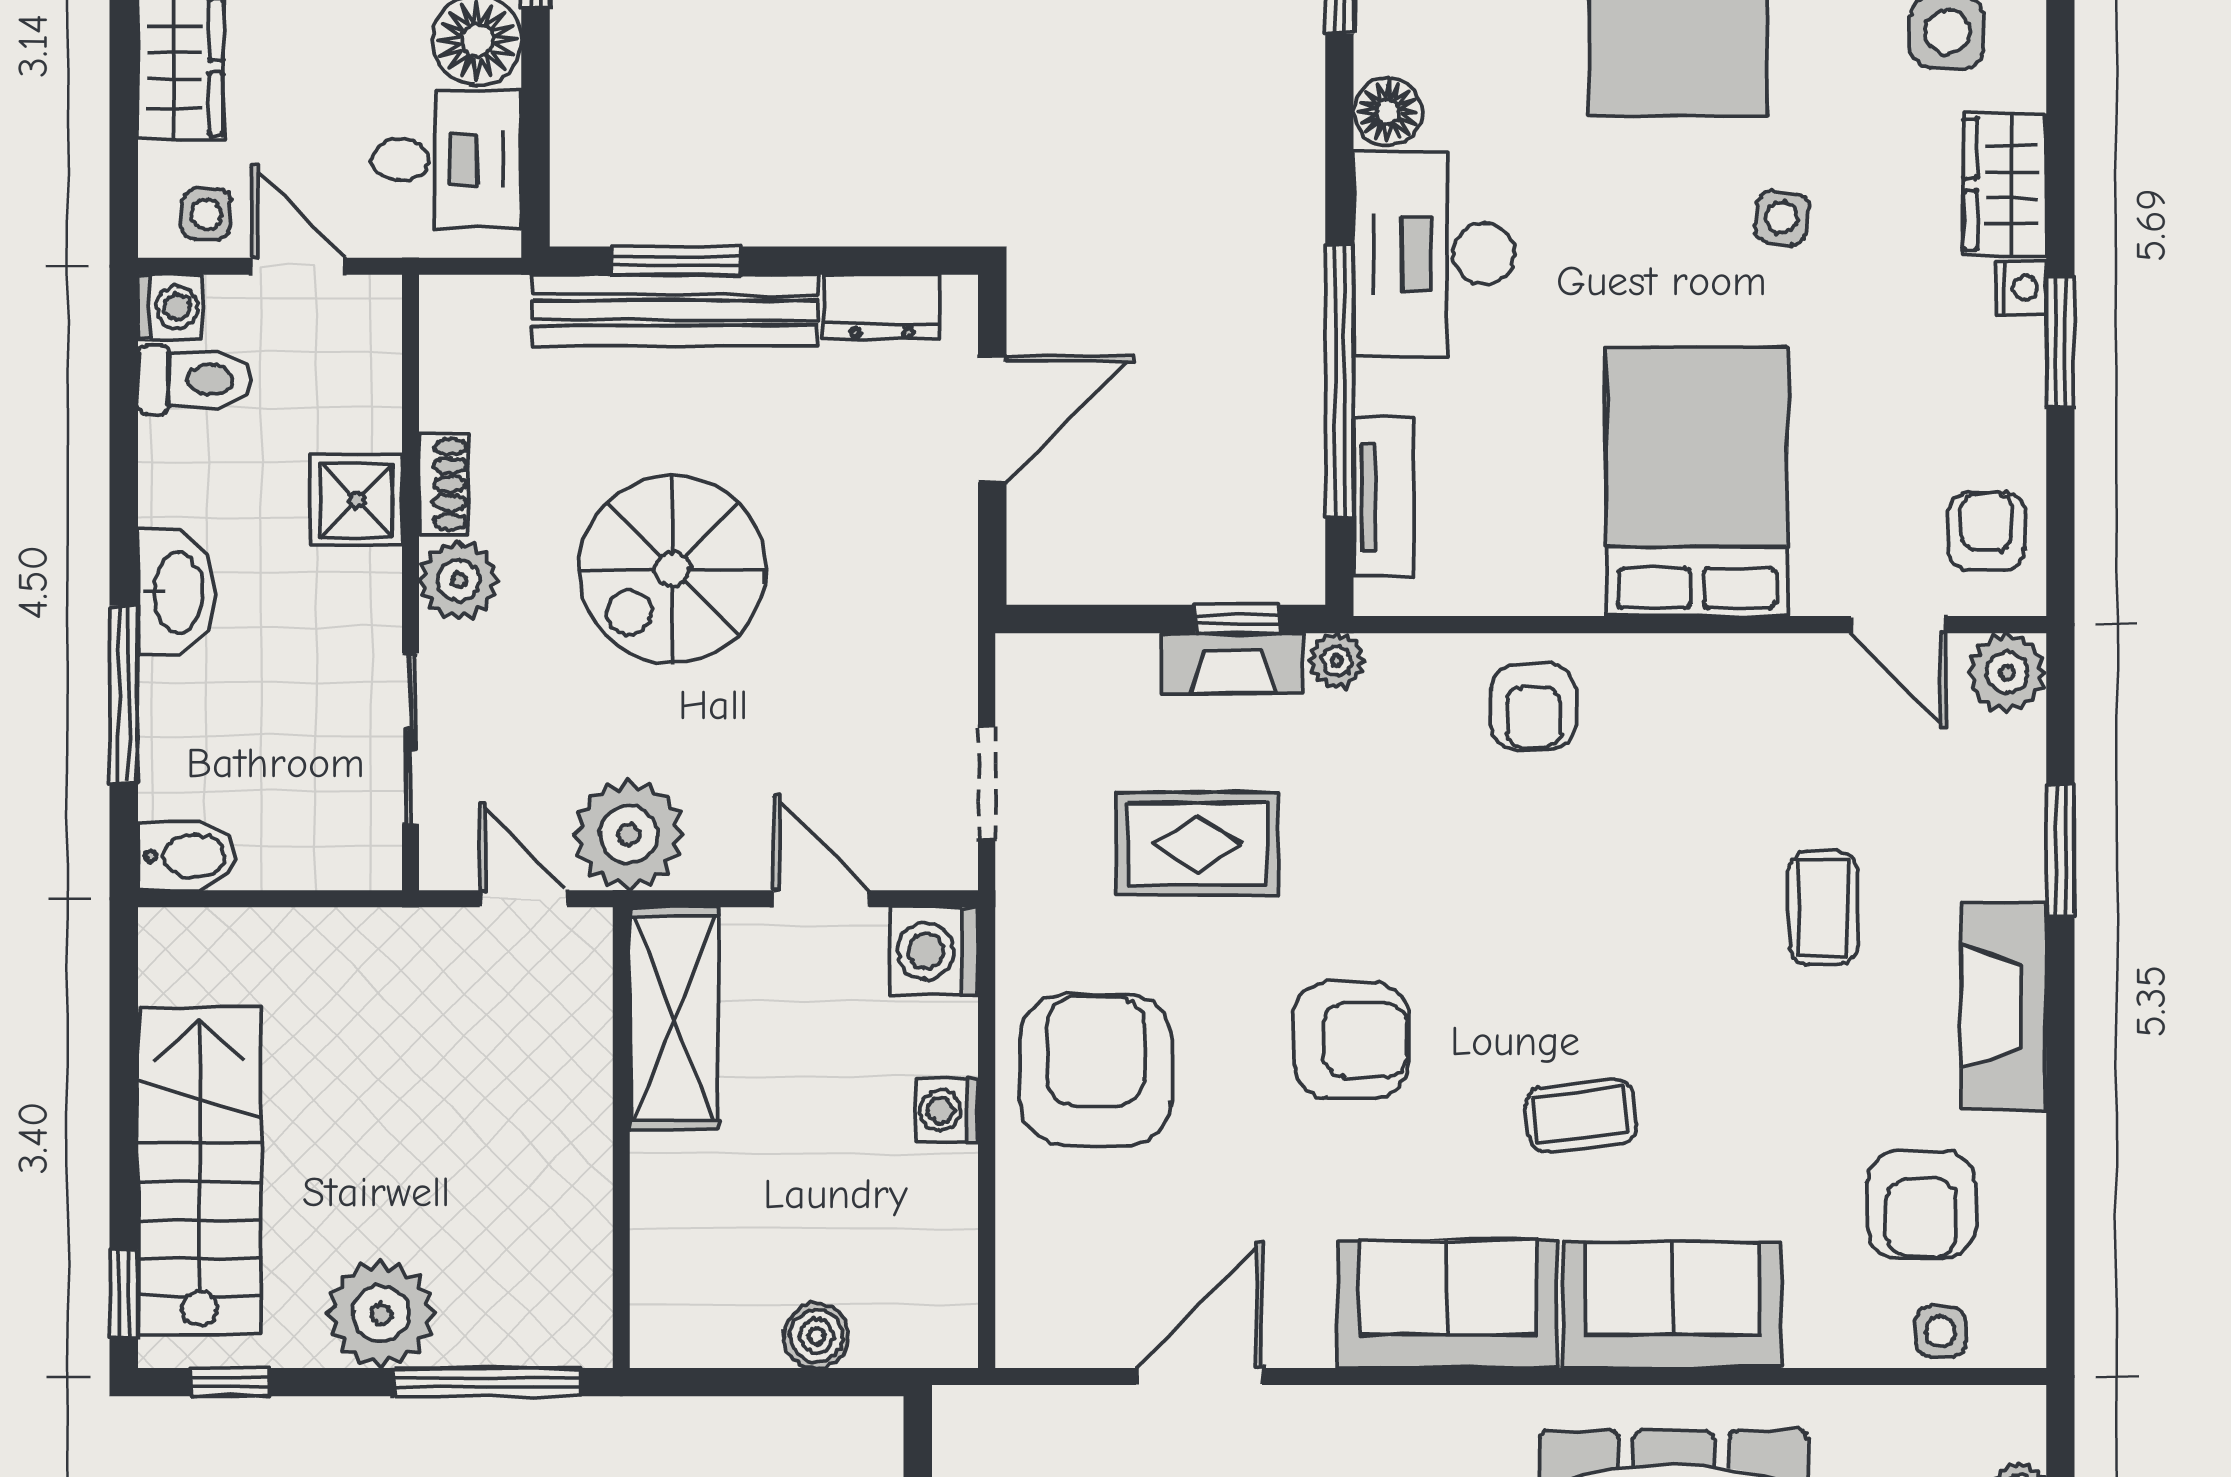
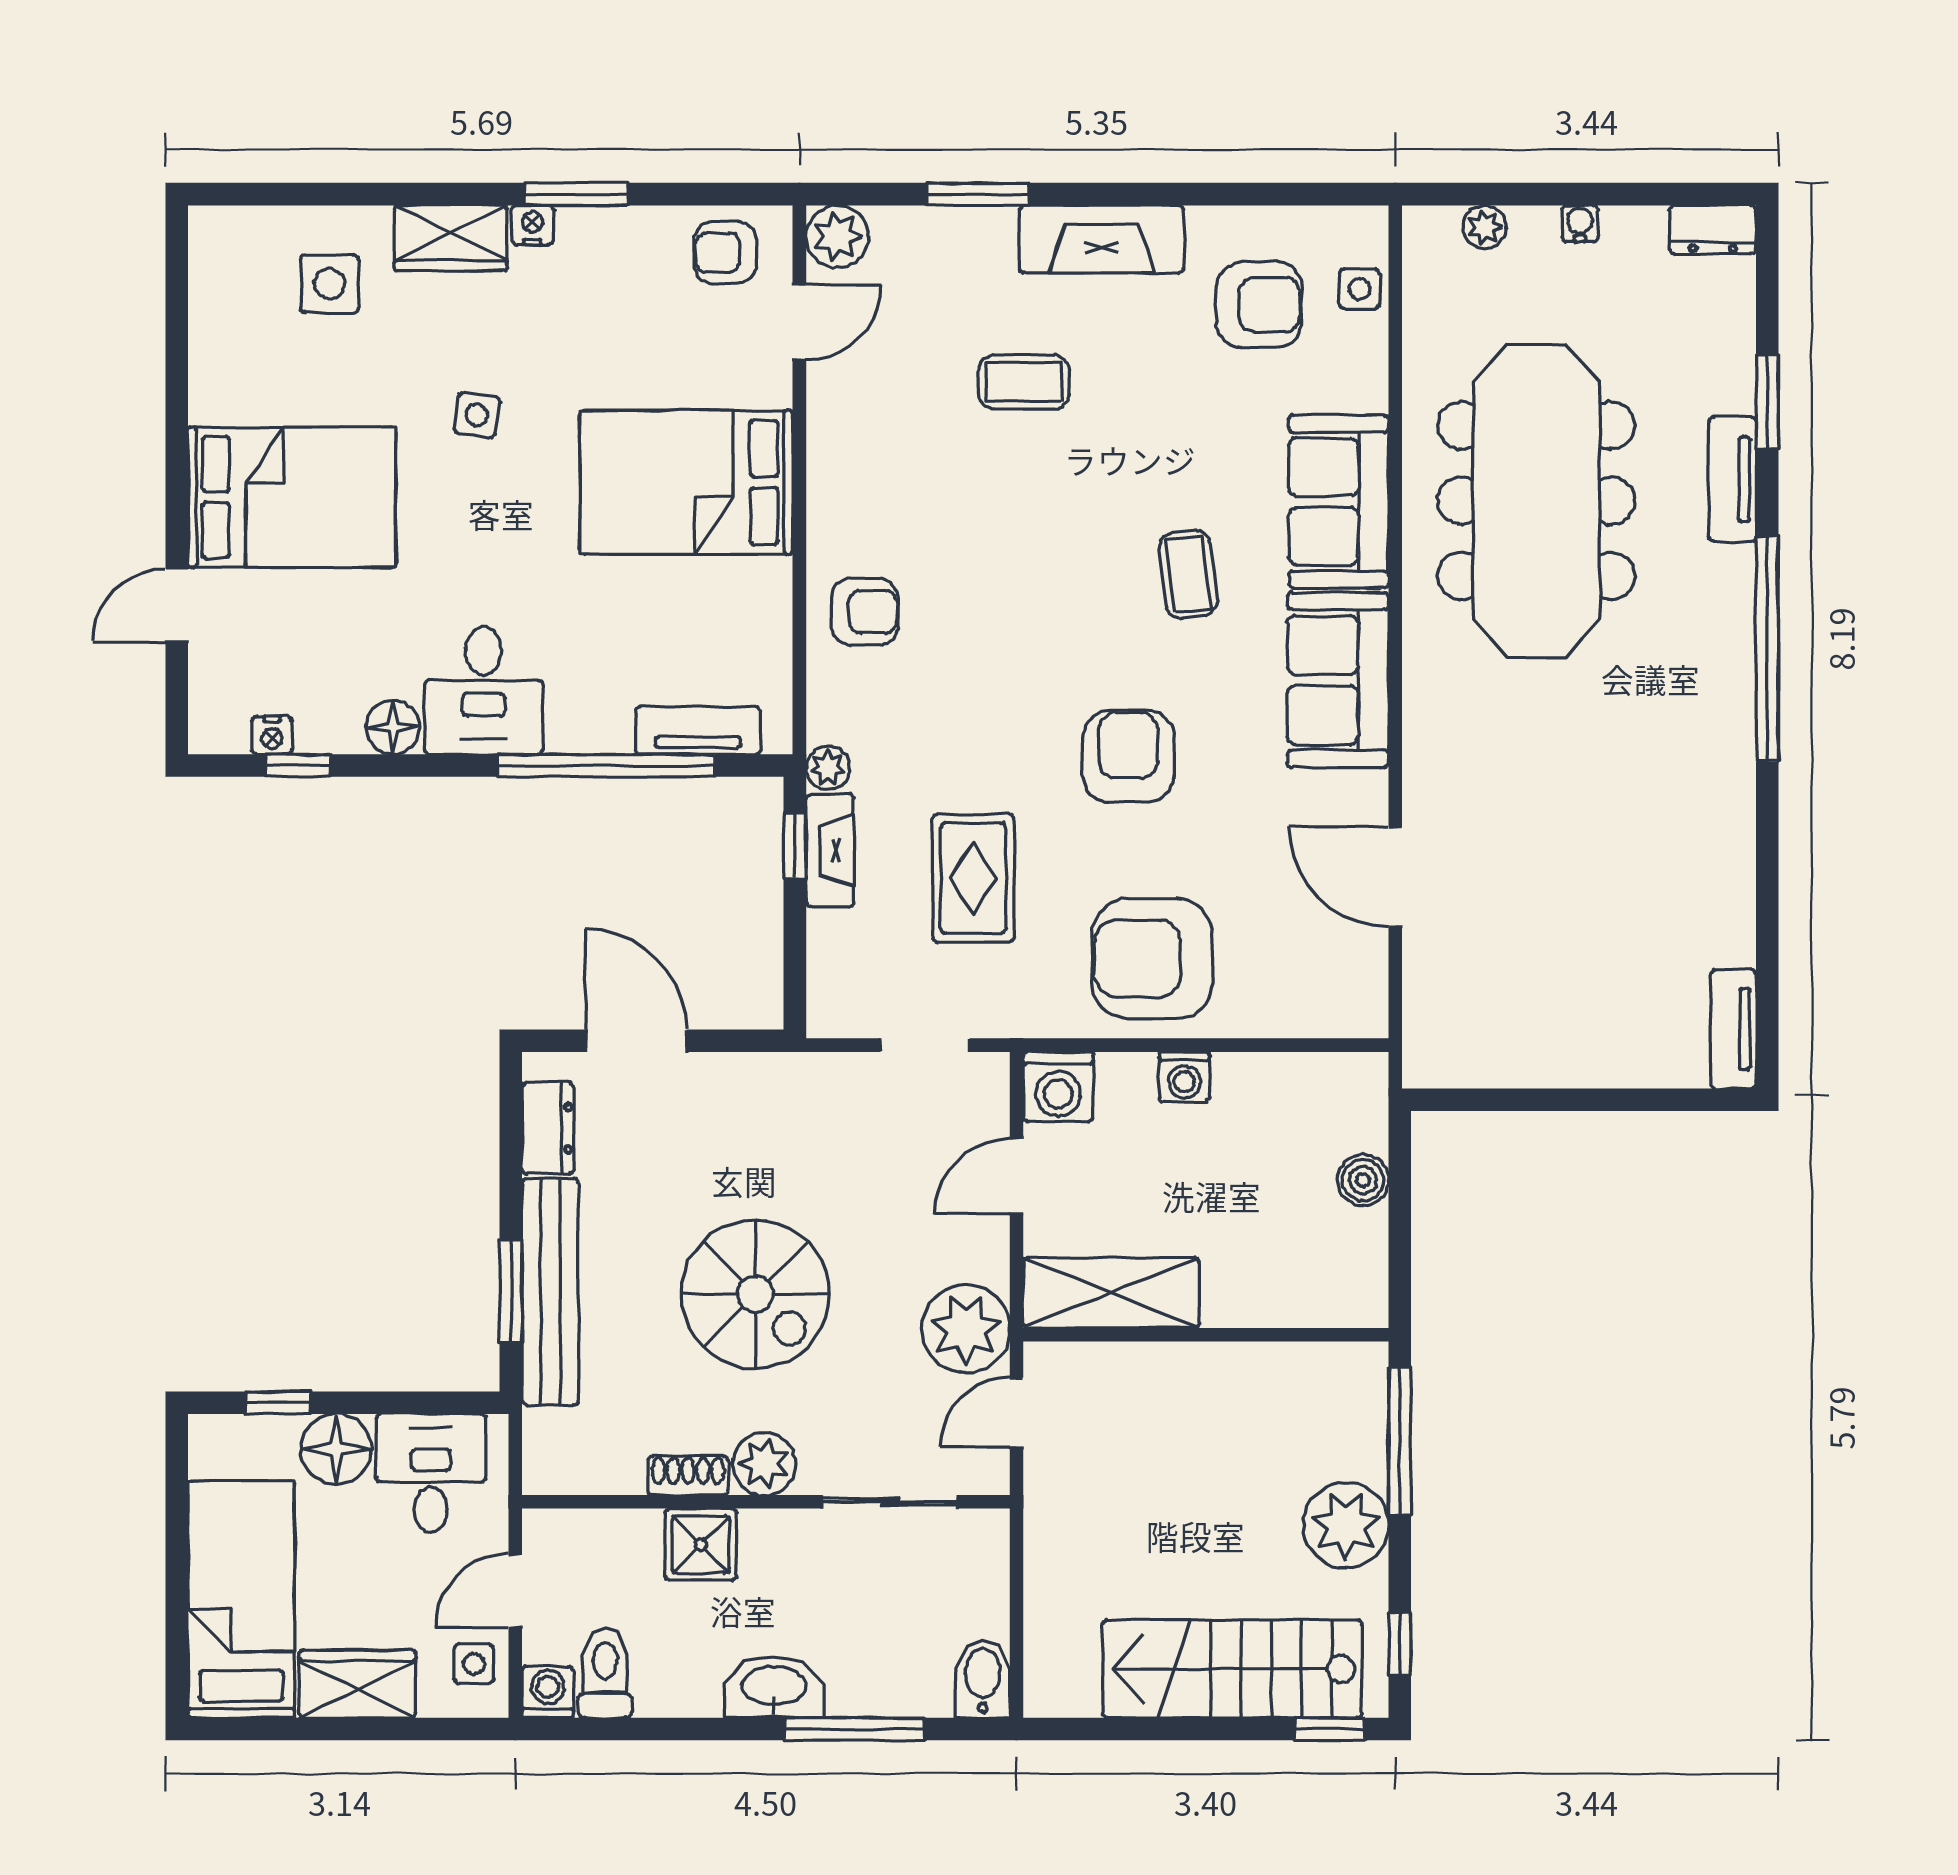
desk: (1434, 254) -> (484, 690), width x0.73

